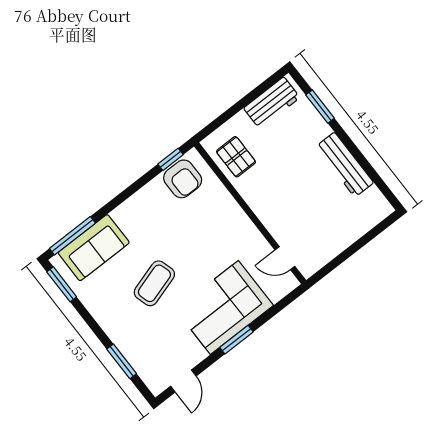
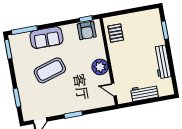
workbench: (272, 103) -> (144, 93), moved, turned 180
plant: (240, 231) -> (100, 67), added
sofa: (94, 248) -> (46, 38), moved
coffee table: (154, 283) -> (50, 70), width x1.36, depth x1.32
corner sofa: (224, 307) -> (75, 98), removed

